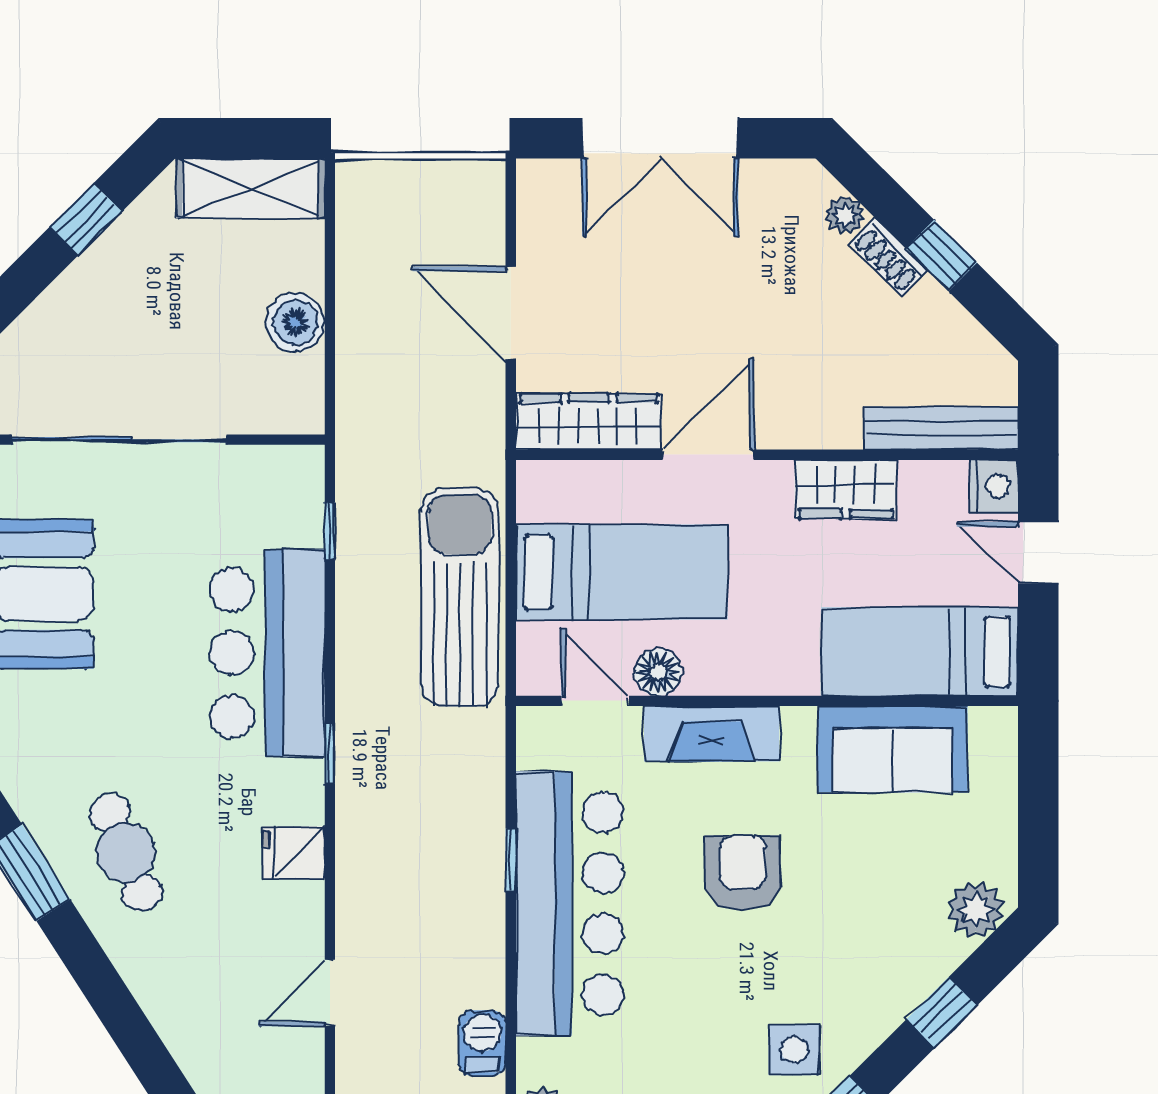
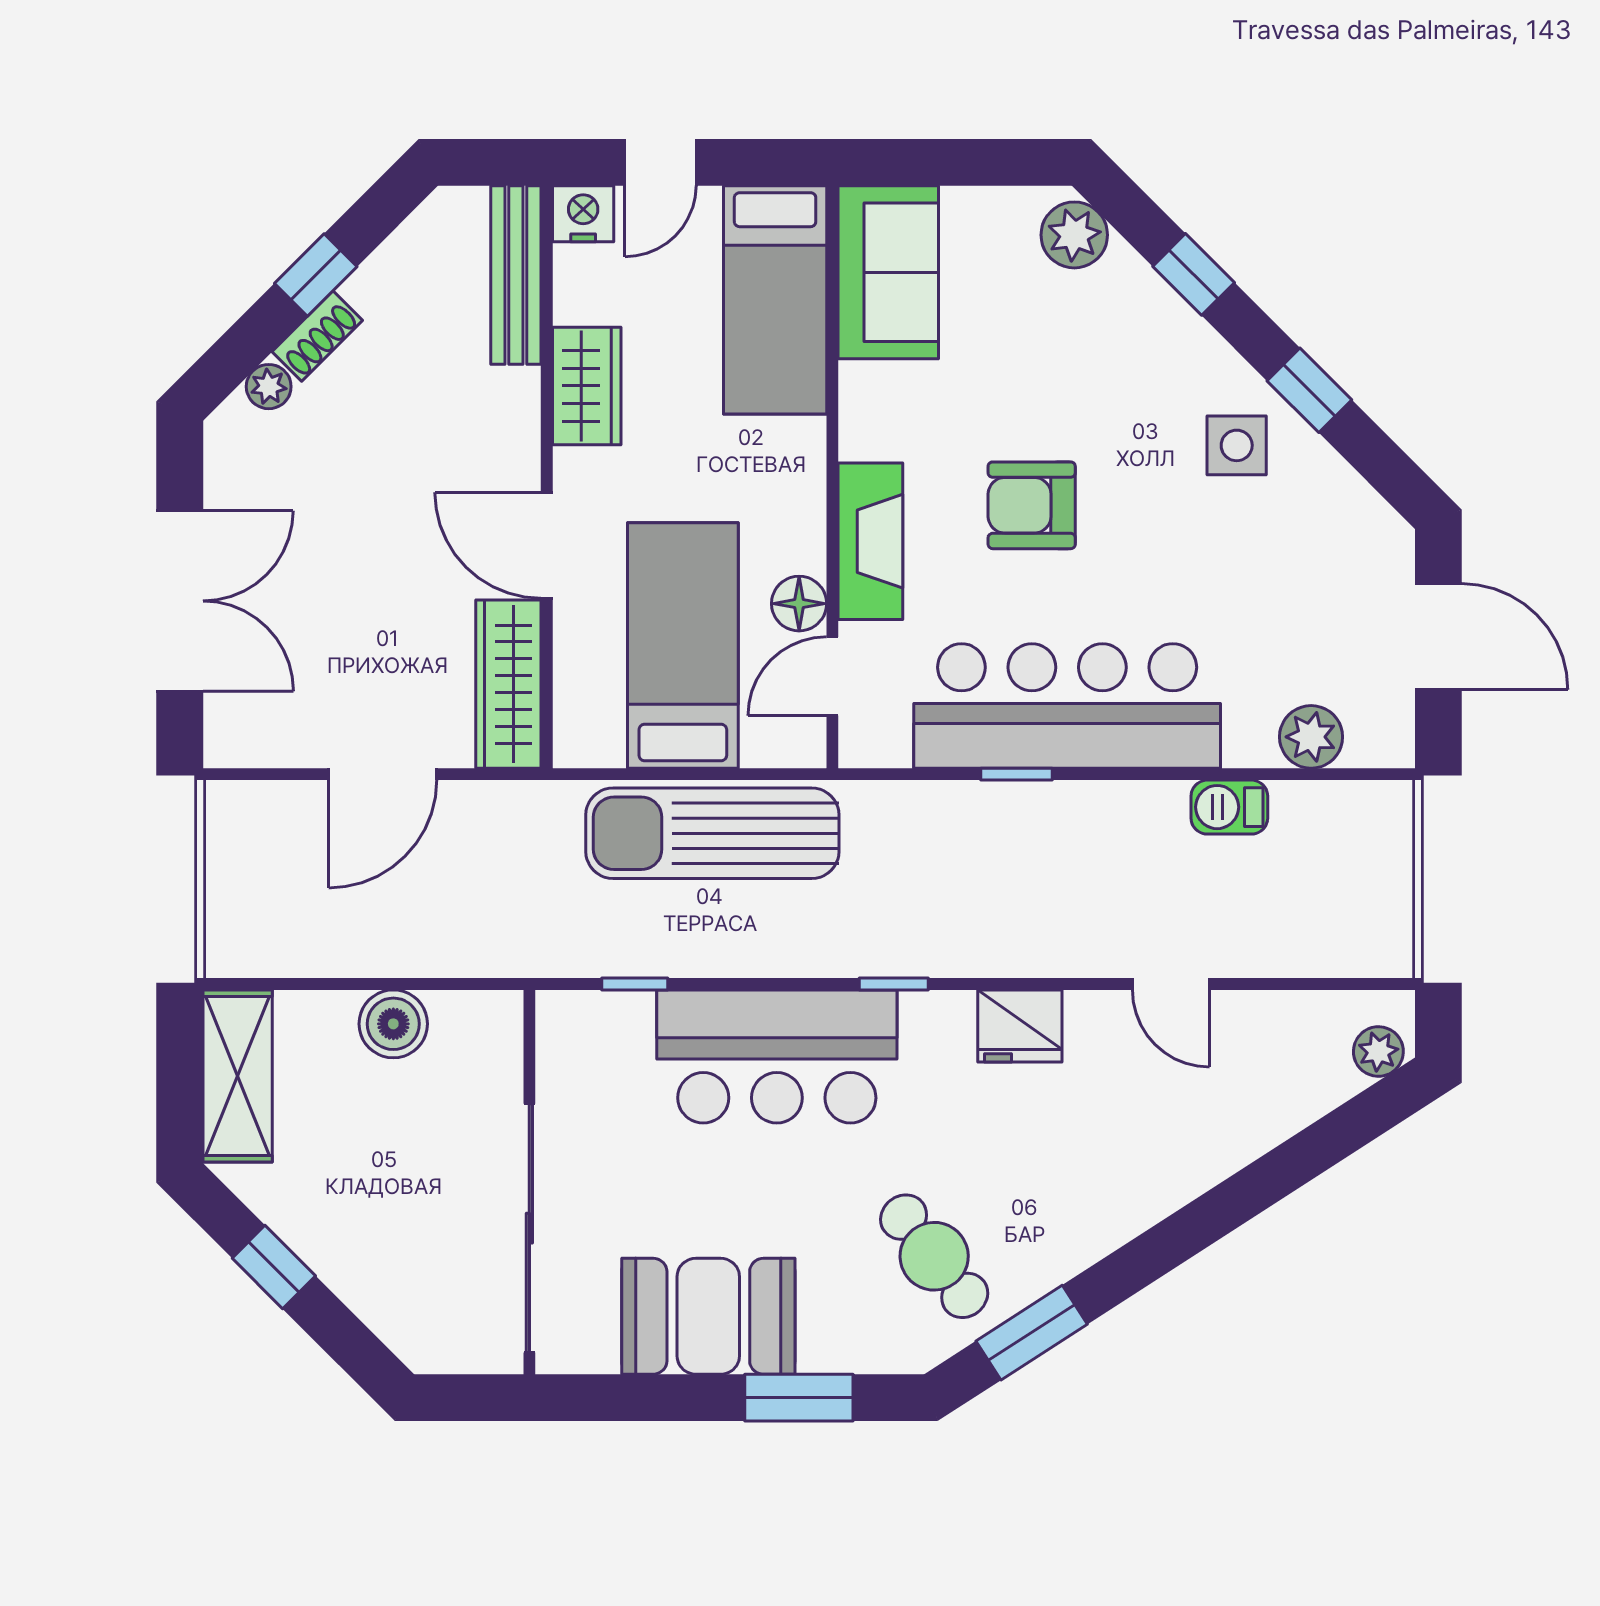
sofa: (893, 749) -> (888, 272), moved
cafe table: (126, 853) -> (934, 1256), moved, turned 74
fridge: (294, 853) -> (1020, 1026), width x1.38

